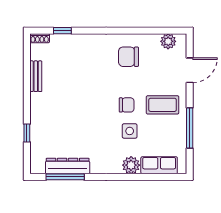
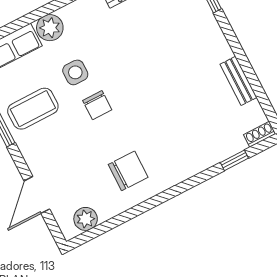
chair: (127, 105) -> (97, 105), turned -90
coffee table: (163, 105) -> (33, 109), moved

